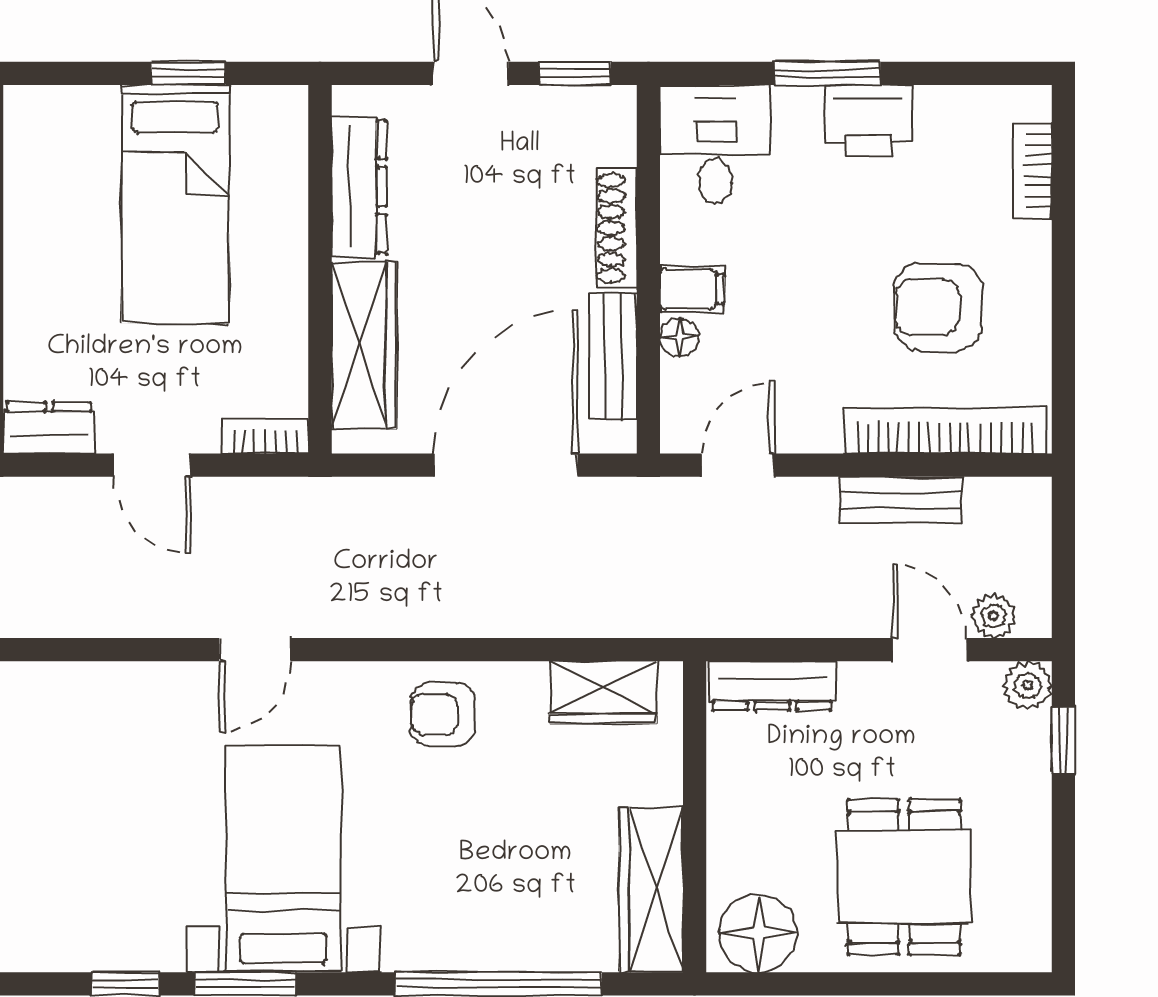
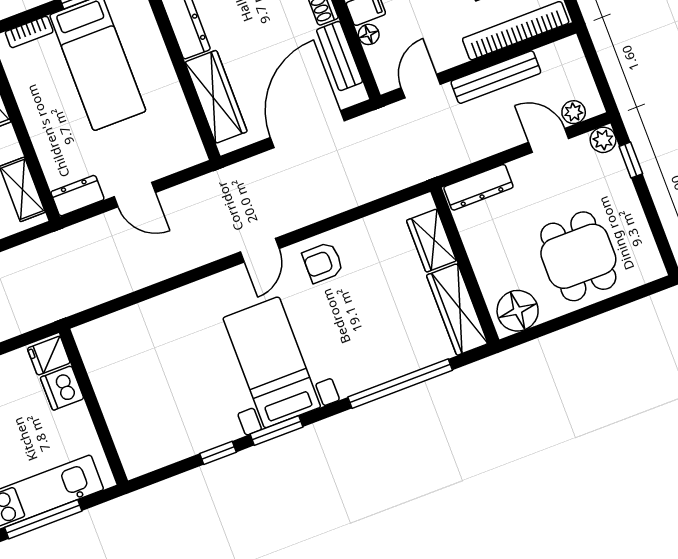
bookcase: (265, 436) -> (29, 32), moved, turned 180
bench: (901, 500) -> (496, 77), width x1.36
door: (255, 650) -> (260, 250), moved
wardrobe: (603, 692) -> (432, 241), moved, turned 90

